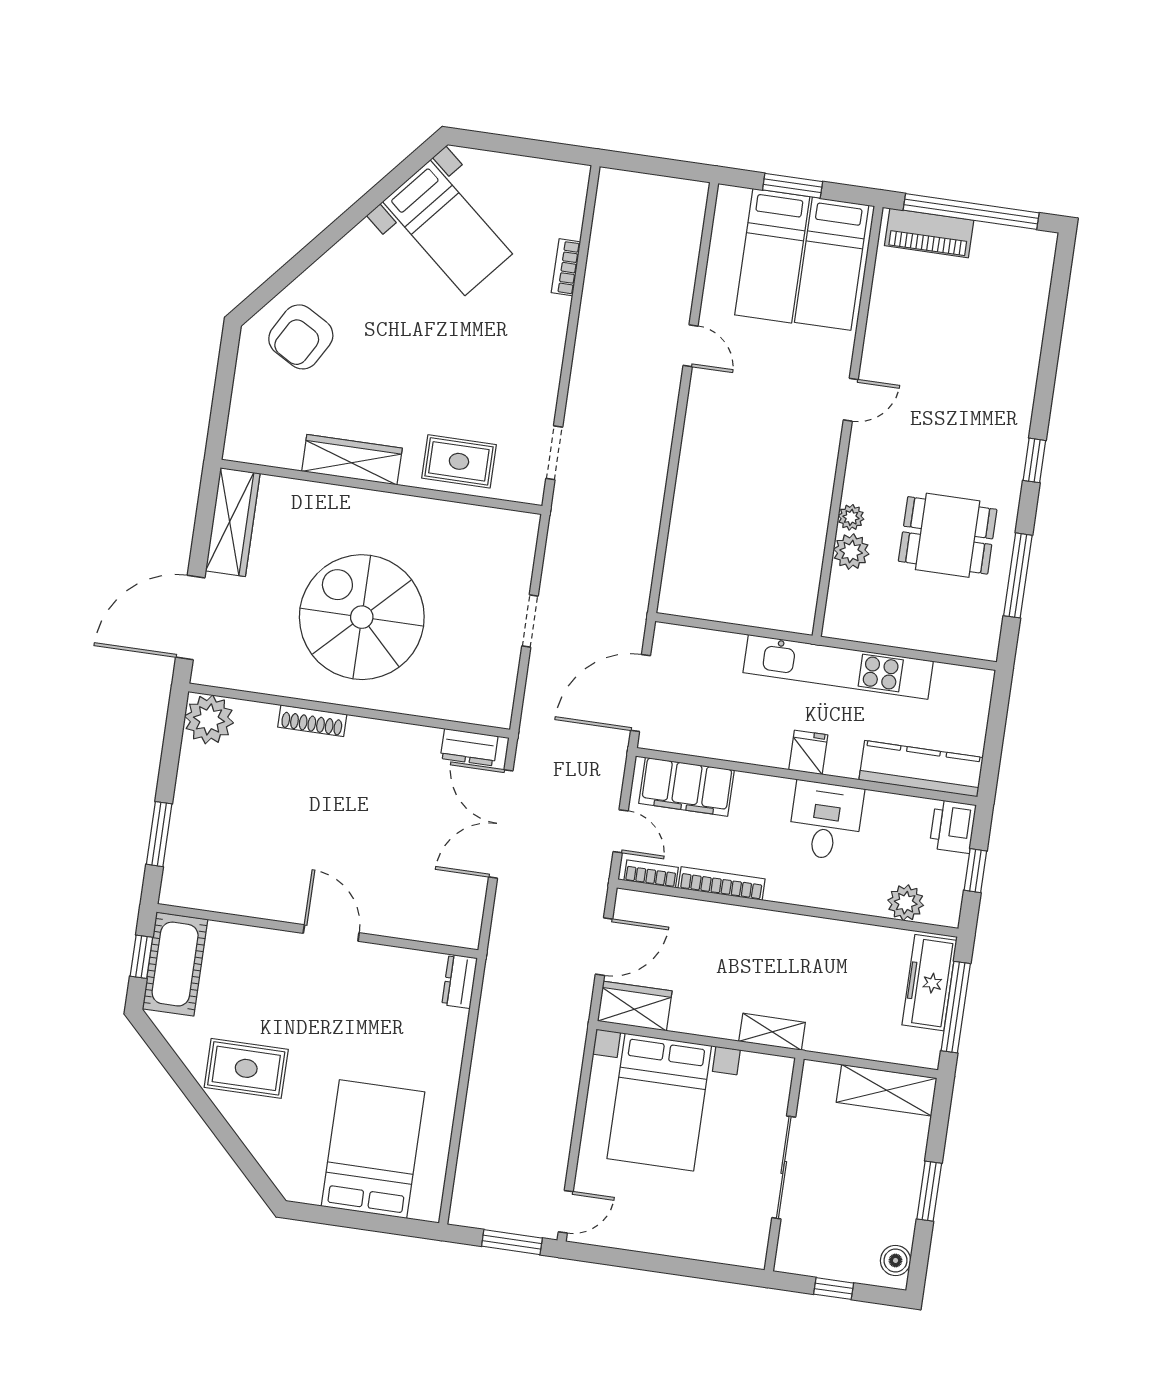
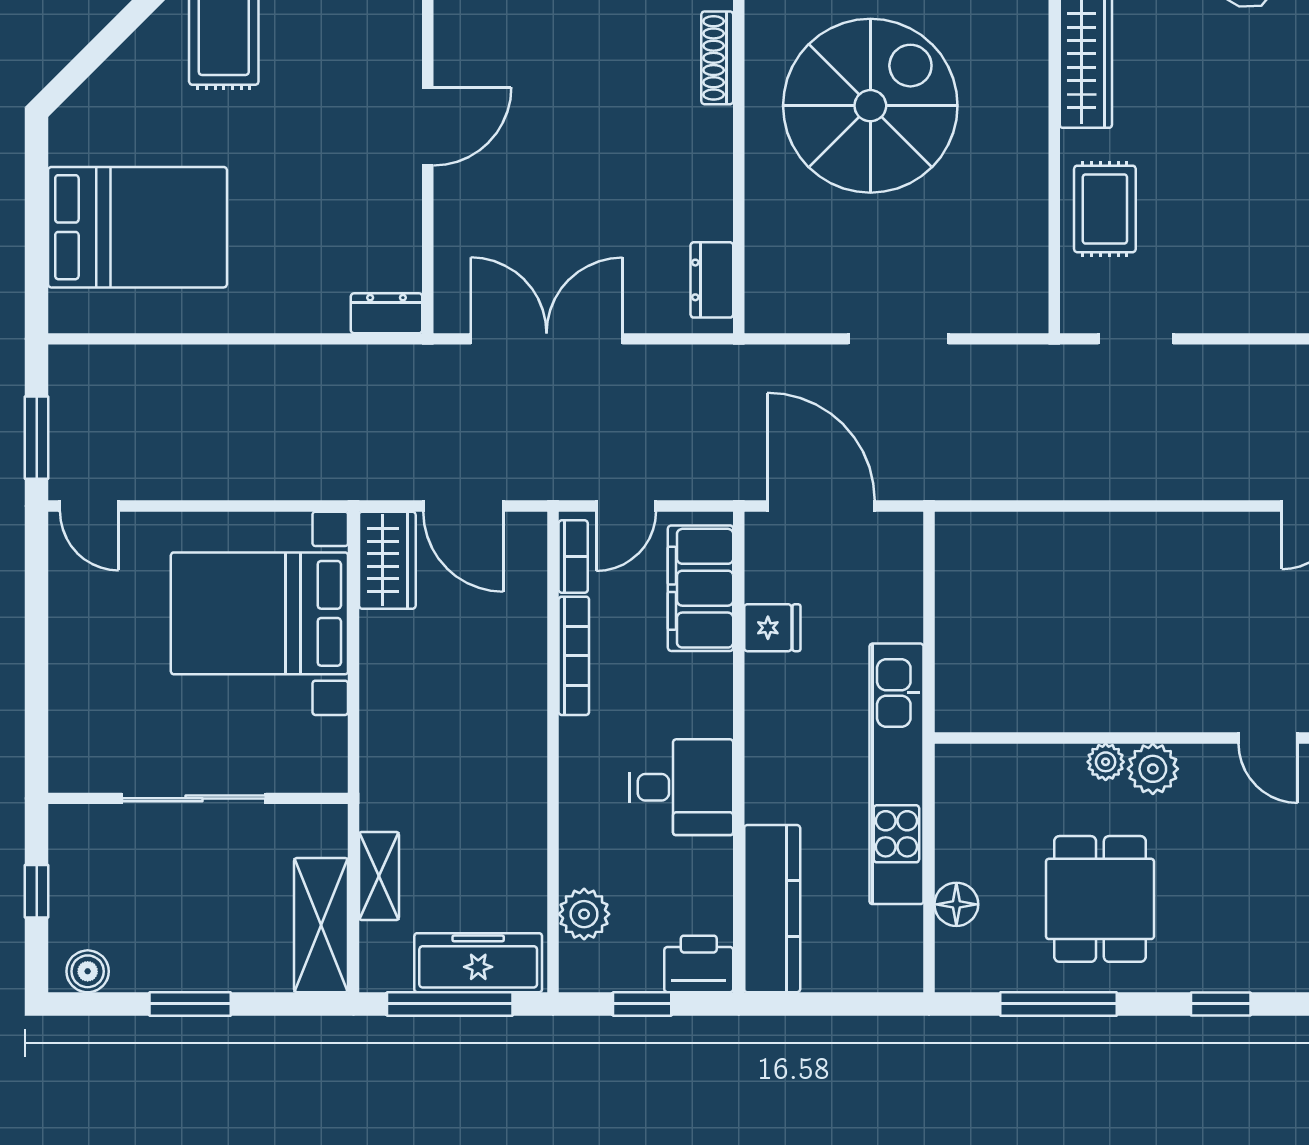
plant: (851, 552) -> (1153, 769), moved
doorway: (530, 621) -> (898, 339), width x1.38
floor lamp: (937, 638) -> (956, 904), added
fridge: (808, 752) -> (772, 628), moved
double door: (501, 824) -> (547, 339), moved
shelving: (772, 1032) -> (379, 876), moved

